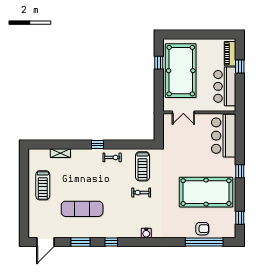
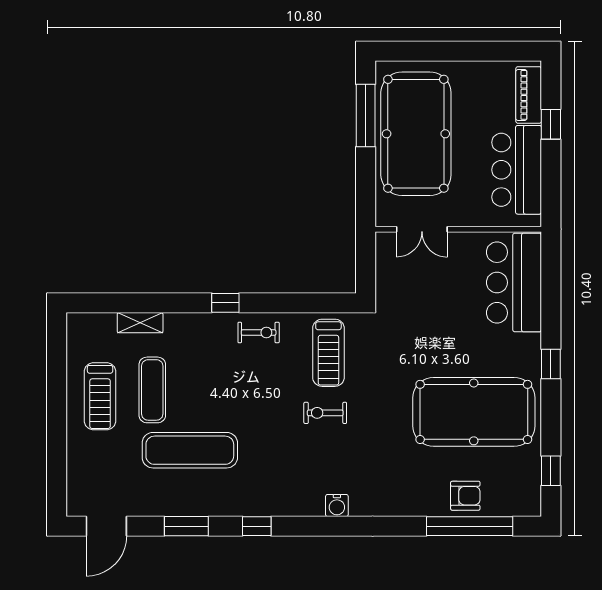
window: (159, 63) -> (366, 116), width x2.17
exercise mat: (66, 182) -> (152, 390), added

